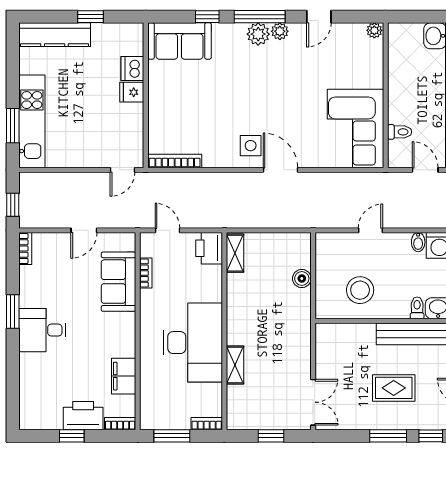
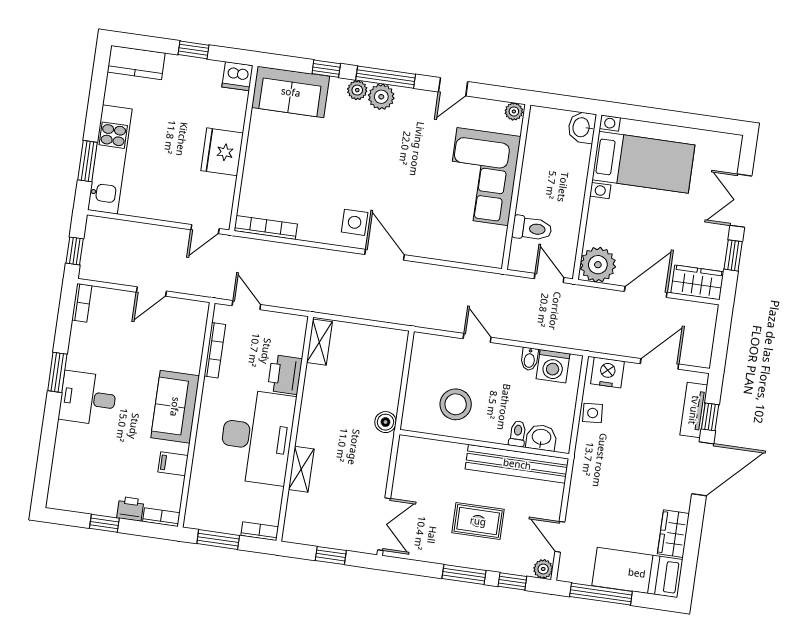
plant: (280, 31) -> (357, 90), moved
kitchen counter: (55, 35) -> (136, 63), width x0.67
dishwasher: (132, 68) -> (237, 76), moved, turned -90
fridge: (132, 92) -> (222, 152), width x1.88, depth x1.34
corner sofa: (355, 128) -> (483, 177), moved
toilet: (400, 132) -> (532, 228), width x1.37, depth x1.39
door: (370, 230) -> (477, 338), hinge flipped
printer: (209, 248) -> (285, 375), moved
bookcase: (146, 273) -> (215, 350), width x1.56
boiler: (302, 279) -> (386, 422), moved
sofa: (118, 282) -> (175, 407), moved
filing cabinet: (124, 376) -> (173, 464), width x0.50
printer: (83, 416) -> (130, 509), width x0.53, depth x0.68

